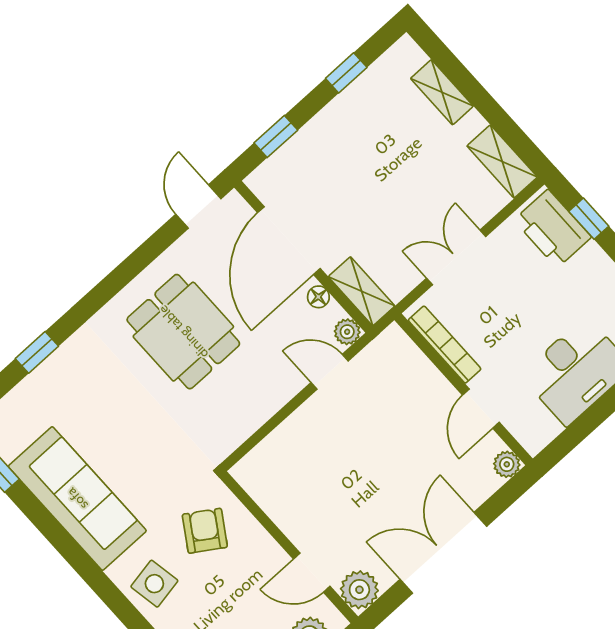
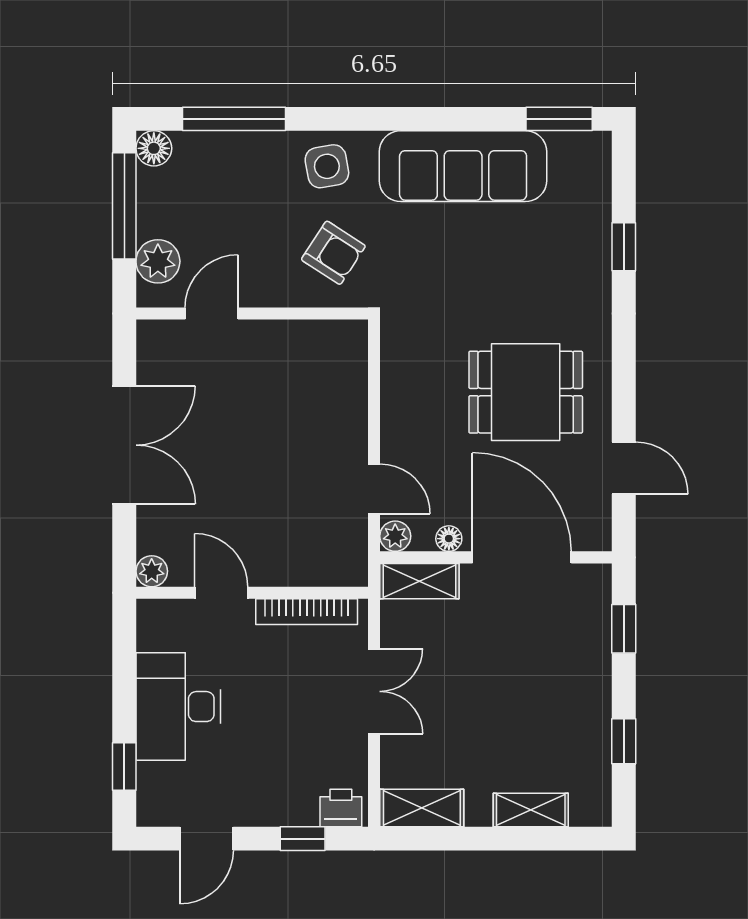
door: (198, 206) -> (624, 468), moved
printer: (553, 229) -> (341, 808), width x0.53, depth x0.68
door: (330, 372) -> (374, 489), hinge flipped
plant: (359, 590) -> (159, 342), removed

